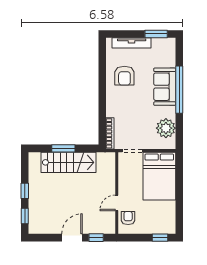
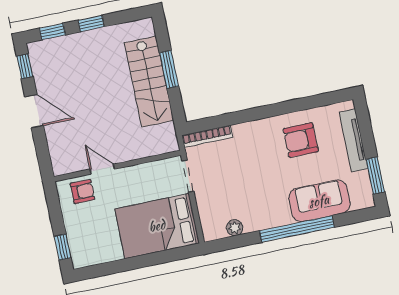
sofa: (165, 87) -> (319, 201), moved
plant: (166, 128) -> (235, 228), width x0.53, depth x0.53
window: (96, 238) -> (25, 66), moved

